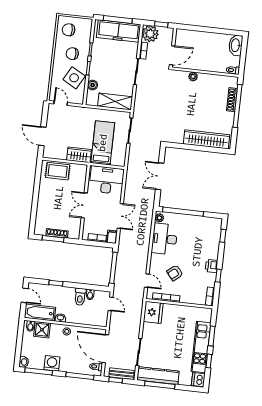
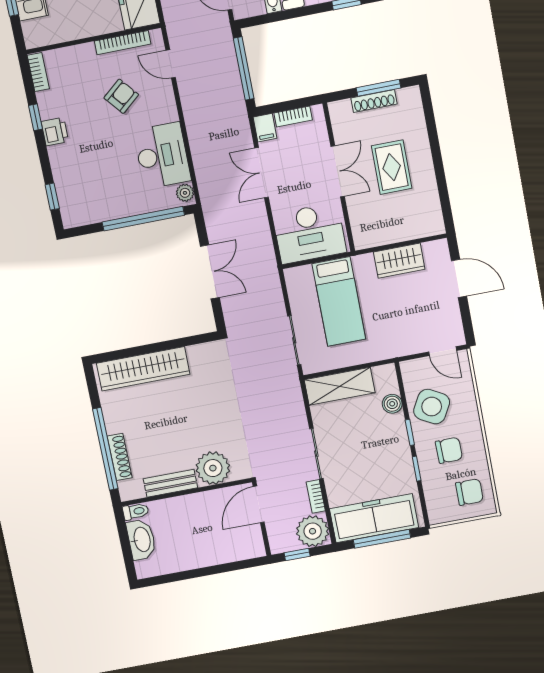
washbasin: (236, 45) -> (141, 540), moved
plant: (193, 77) -> (213, 468), width x1.88, depth x1.88
bench: (211, 79) -> (170, 483), added
wardrobe: (79, 155) -> (399, 261), moved
rug: (58, 171) -> (392, 167), moved, turned 90

